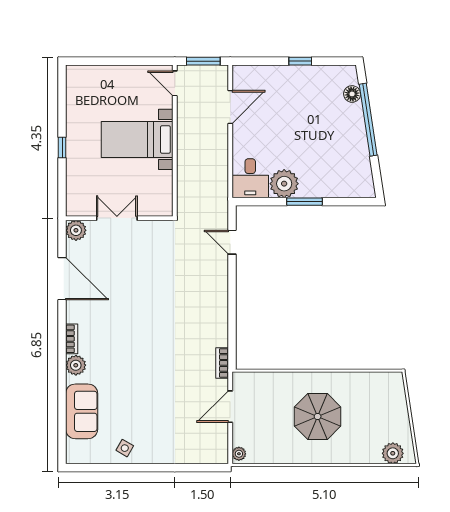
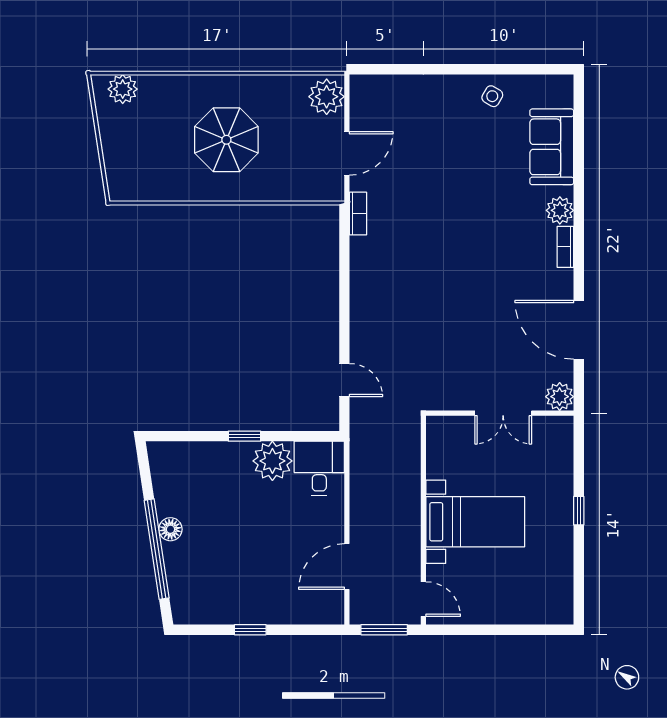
floor lamp: (352, 94) -> (170, 529), moved
window: (304, 202) -> (245, 436), width x0.67
plant: (239, 454) -> (327, 97), width x1.87, depth x1.87

